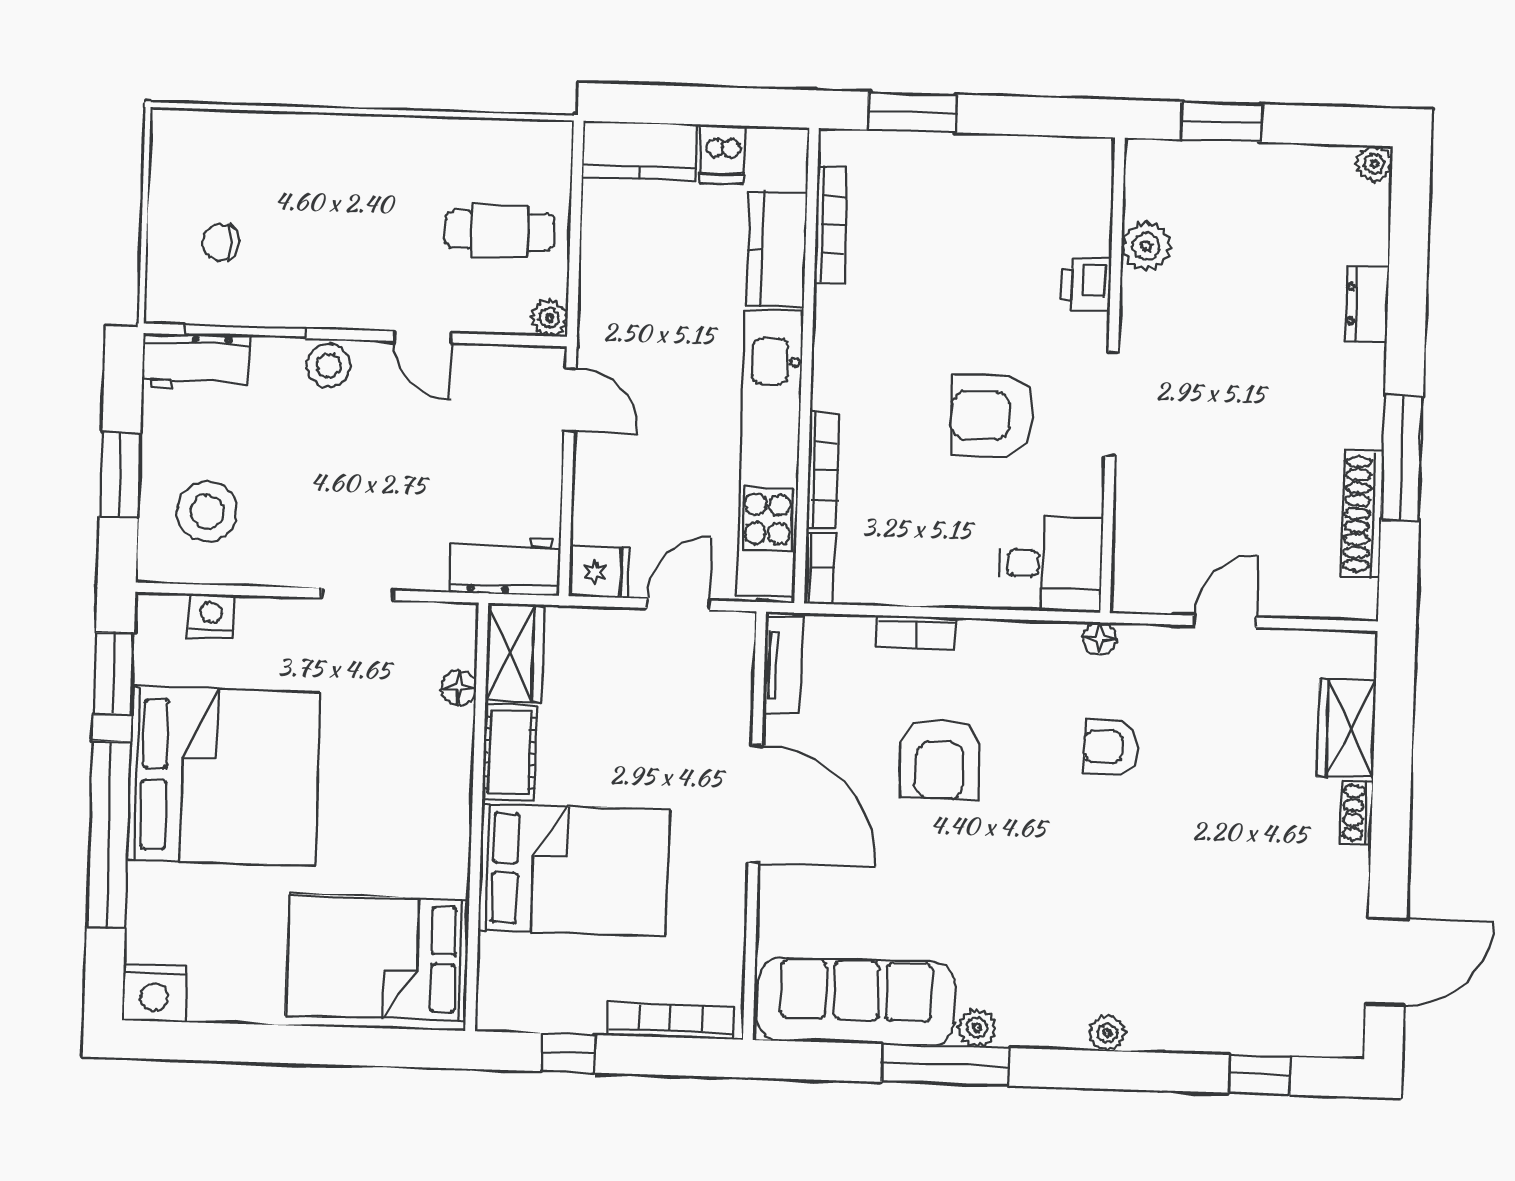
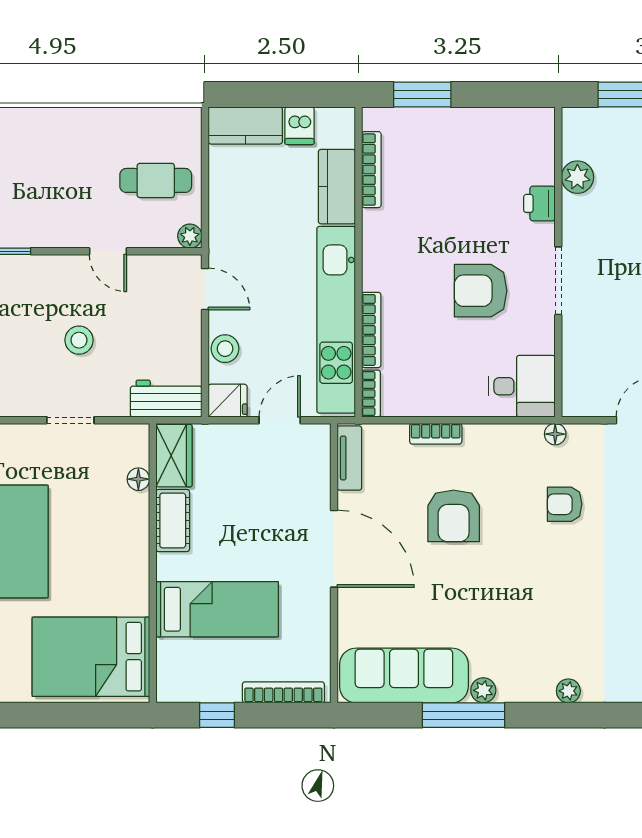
stool: (329, 366) -> (79, 340), moved
stool: (598, 492) -> (225, 349), added
bed: (574, 870) -> (217, 609), width x0.67

